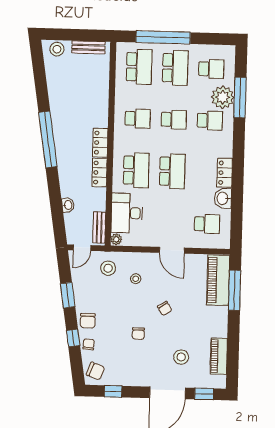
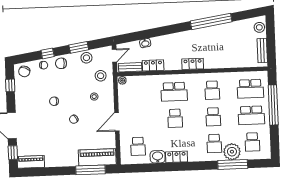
window: (48, 139) -> (211, 21), moved
school desk: (172, 171) -> (175, 118), width x0.54
locker: (99, 173) -> (153, 65), moved
desk: (127, 213) -> (142, 87), removed
door: (82, 248) -> (114, 56), swing flipped
piano: (219, 356) -> (31, 162), moved
stool: (181, 357) -> (86, 58), moved

